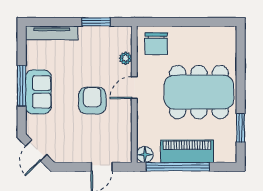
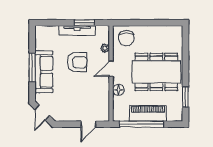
tv unit: (52, 33) -> (77, 30), moved
sofa: (38, 92) -> (44, 72), width x1.36
armchair: (92, 101) -> (77, 62), moved, turned 90
floor lamp: (145, 155) -> (118, 90), moved

